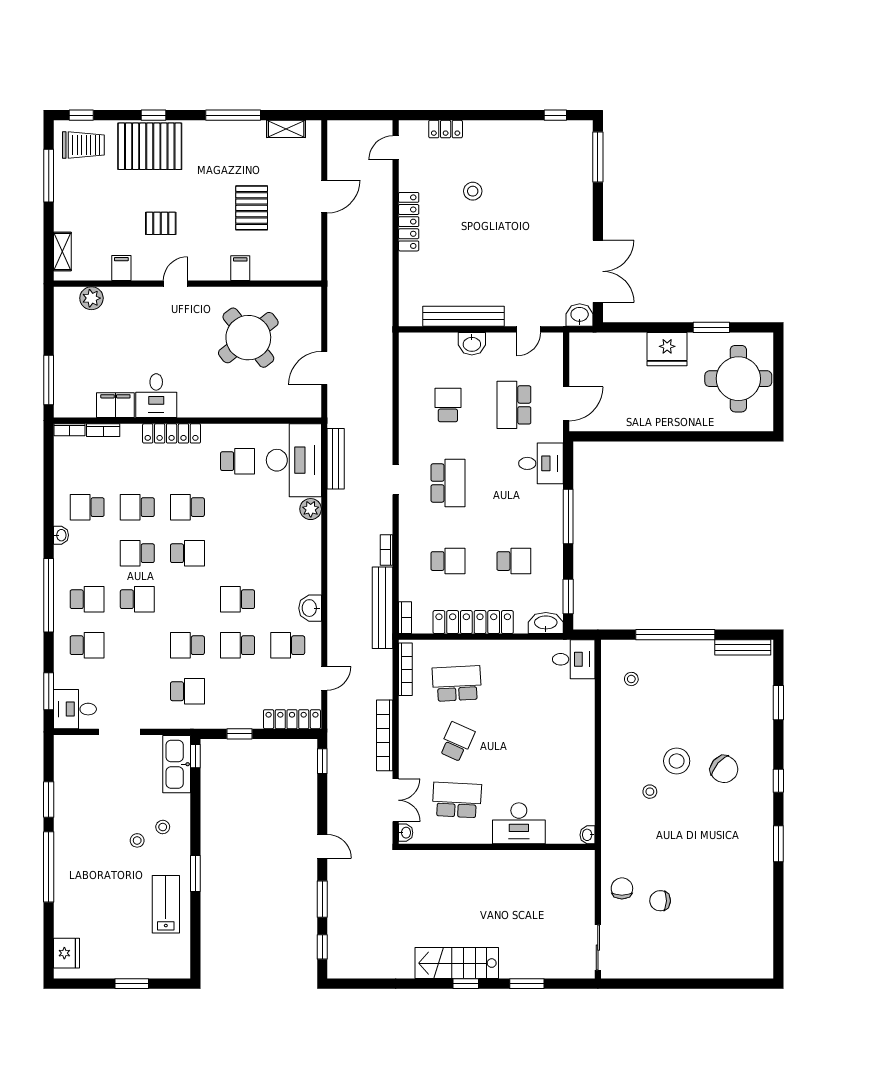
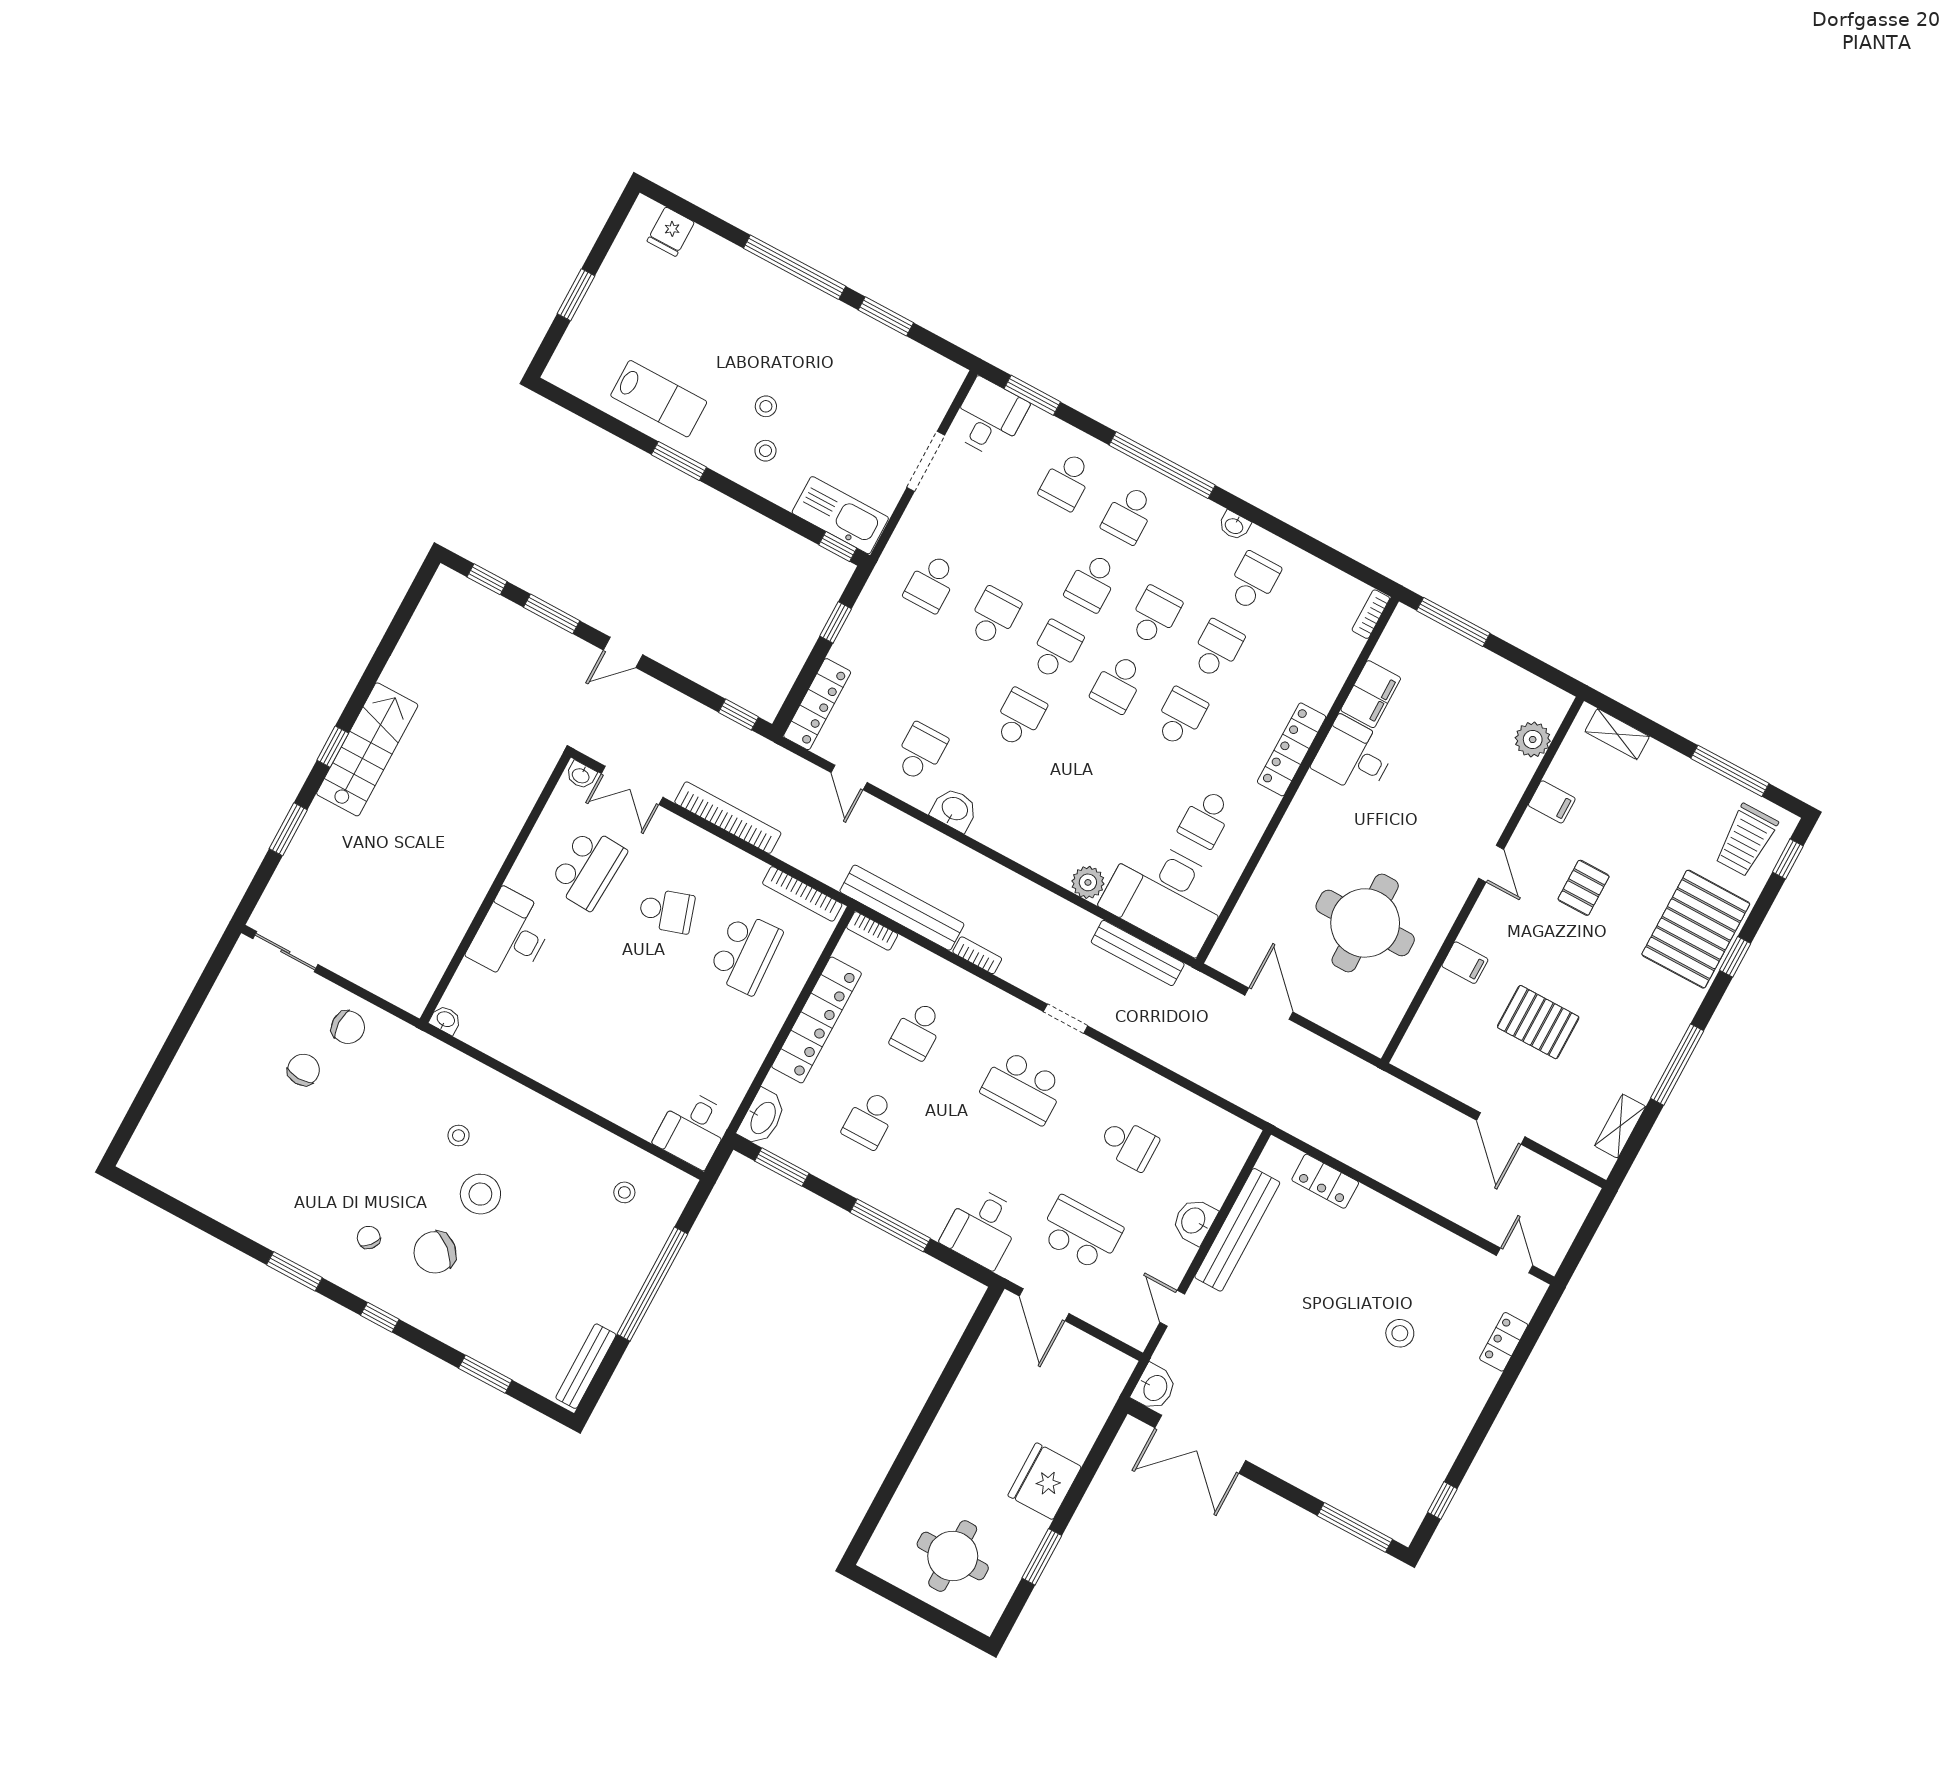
locker: (409, 222) -> (1325, 1181), moved, width x0.66
round table: (248, 338) -> (1365, 923), turned 38
round table: (738, 379) -> (953, 1556), width x0.73, depth x0.73
bookcase: (103, 430) -> (1346, 659), removed
school desk: (238, 645) -> (1056, 650), moved
school desk: (457, 742) -> (667, 911), turned -42
chair: (736, 812) -> (369, 1238), added
fridge: (66, 953) -> (671, 232), width x0.72

